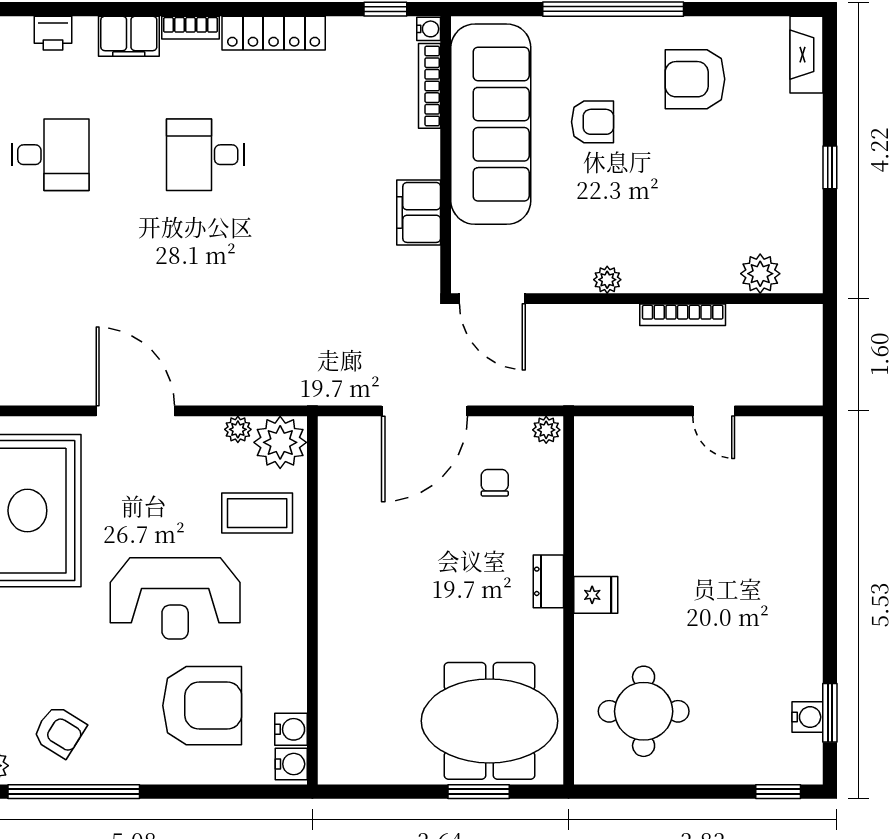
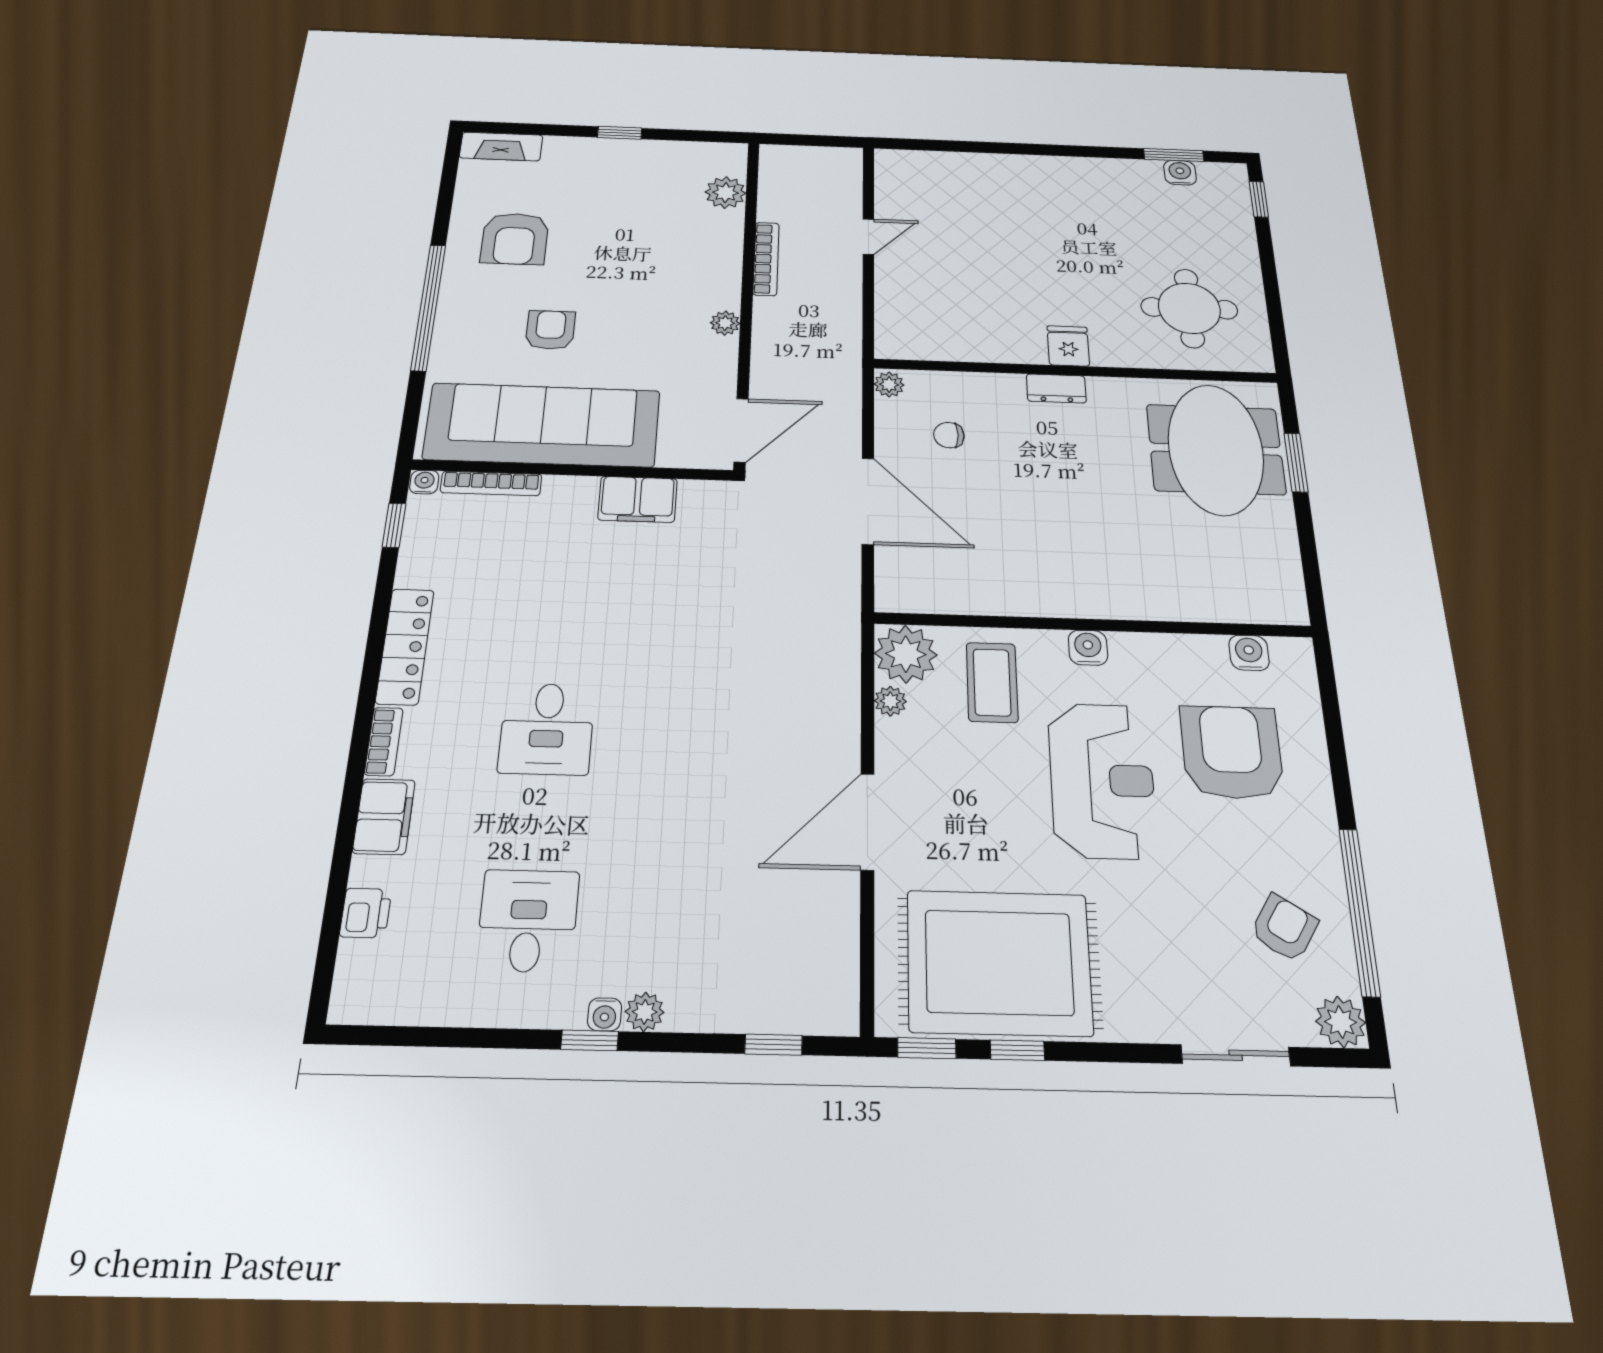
water cooler: (291, 764) -> (1088, 648), moved

